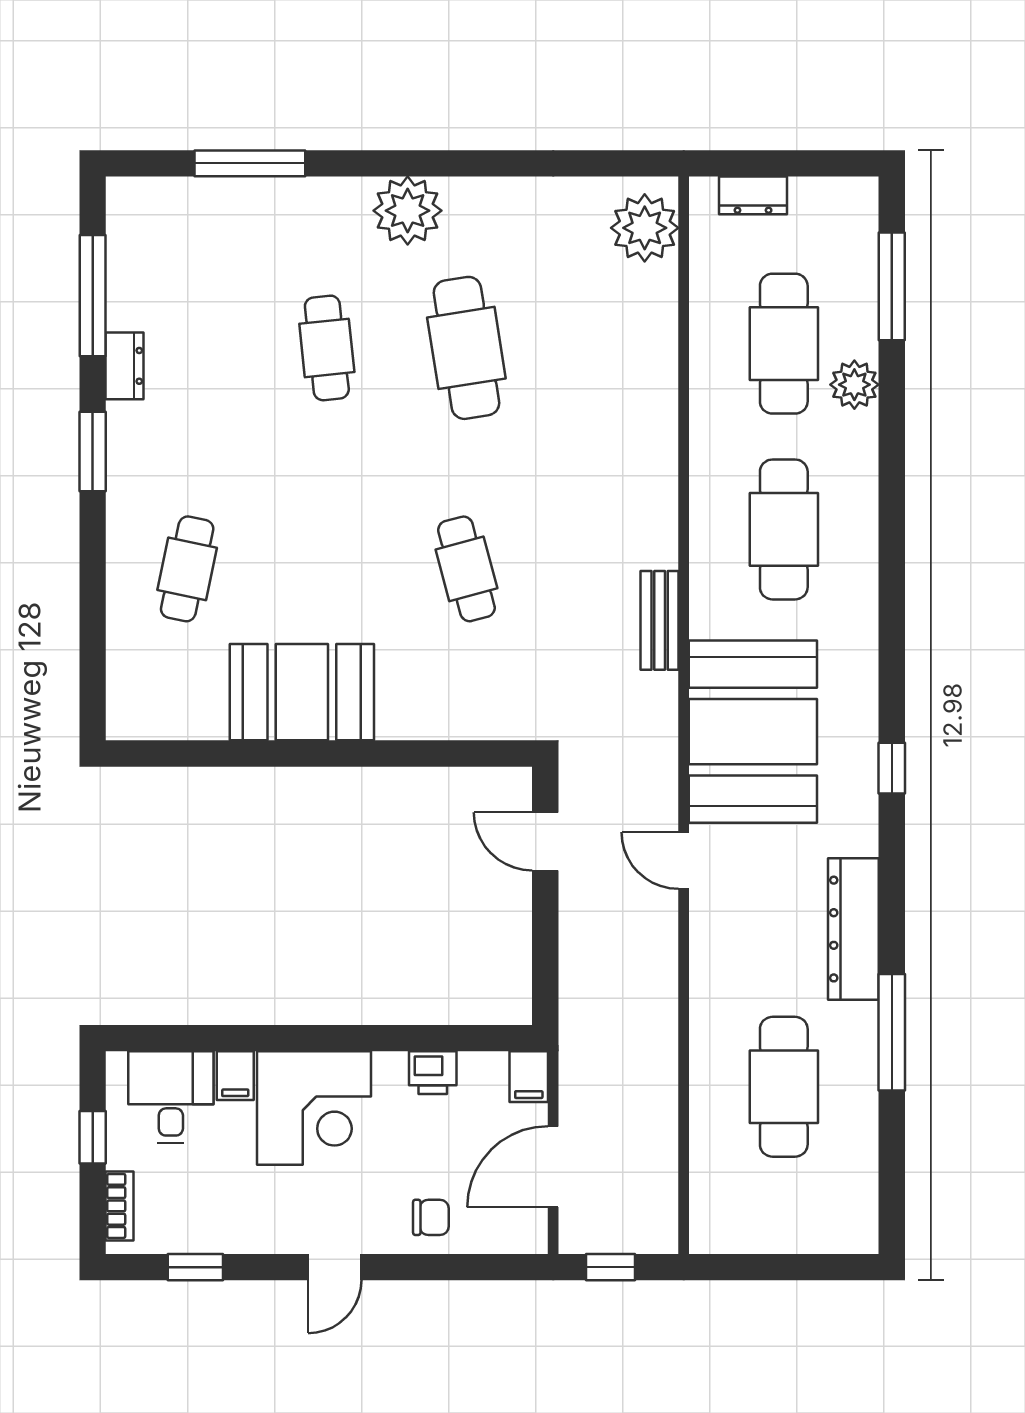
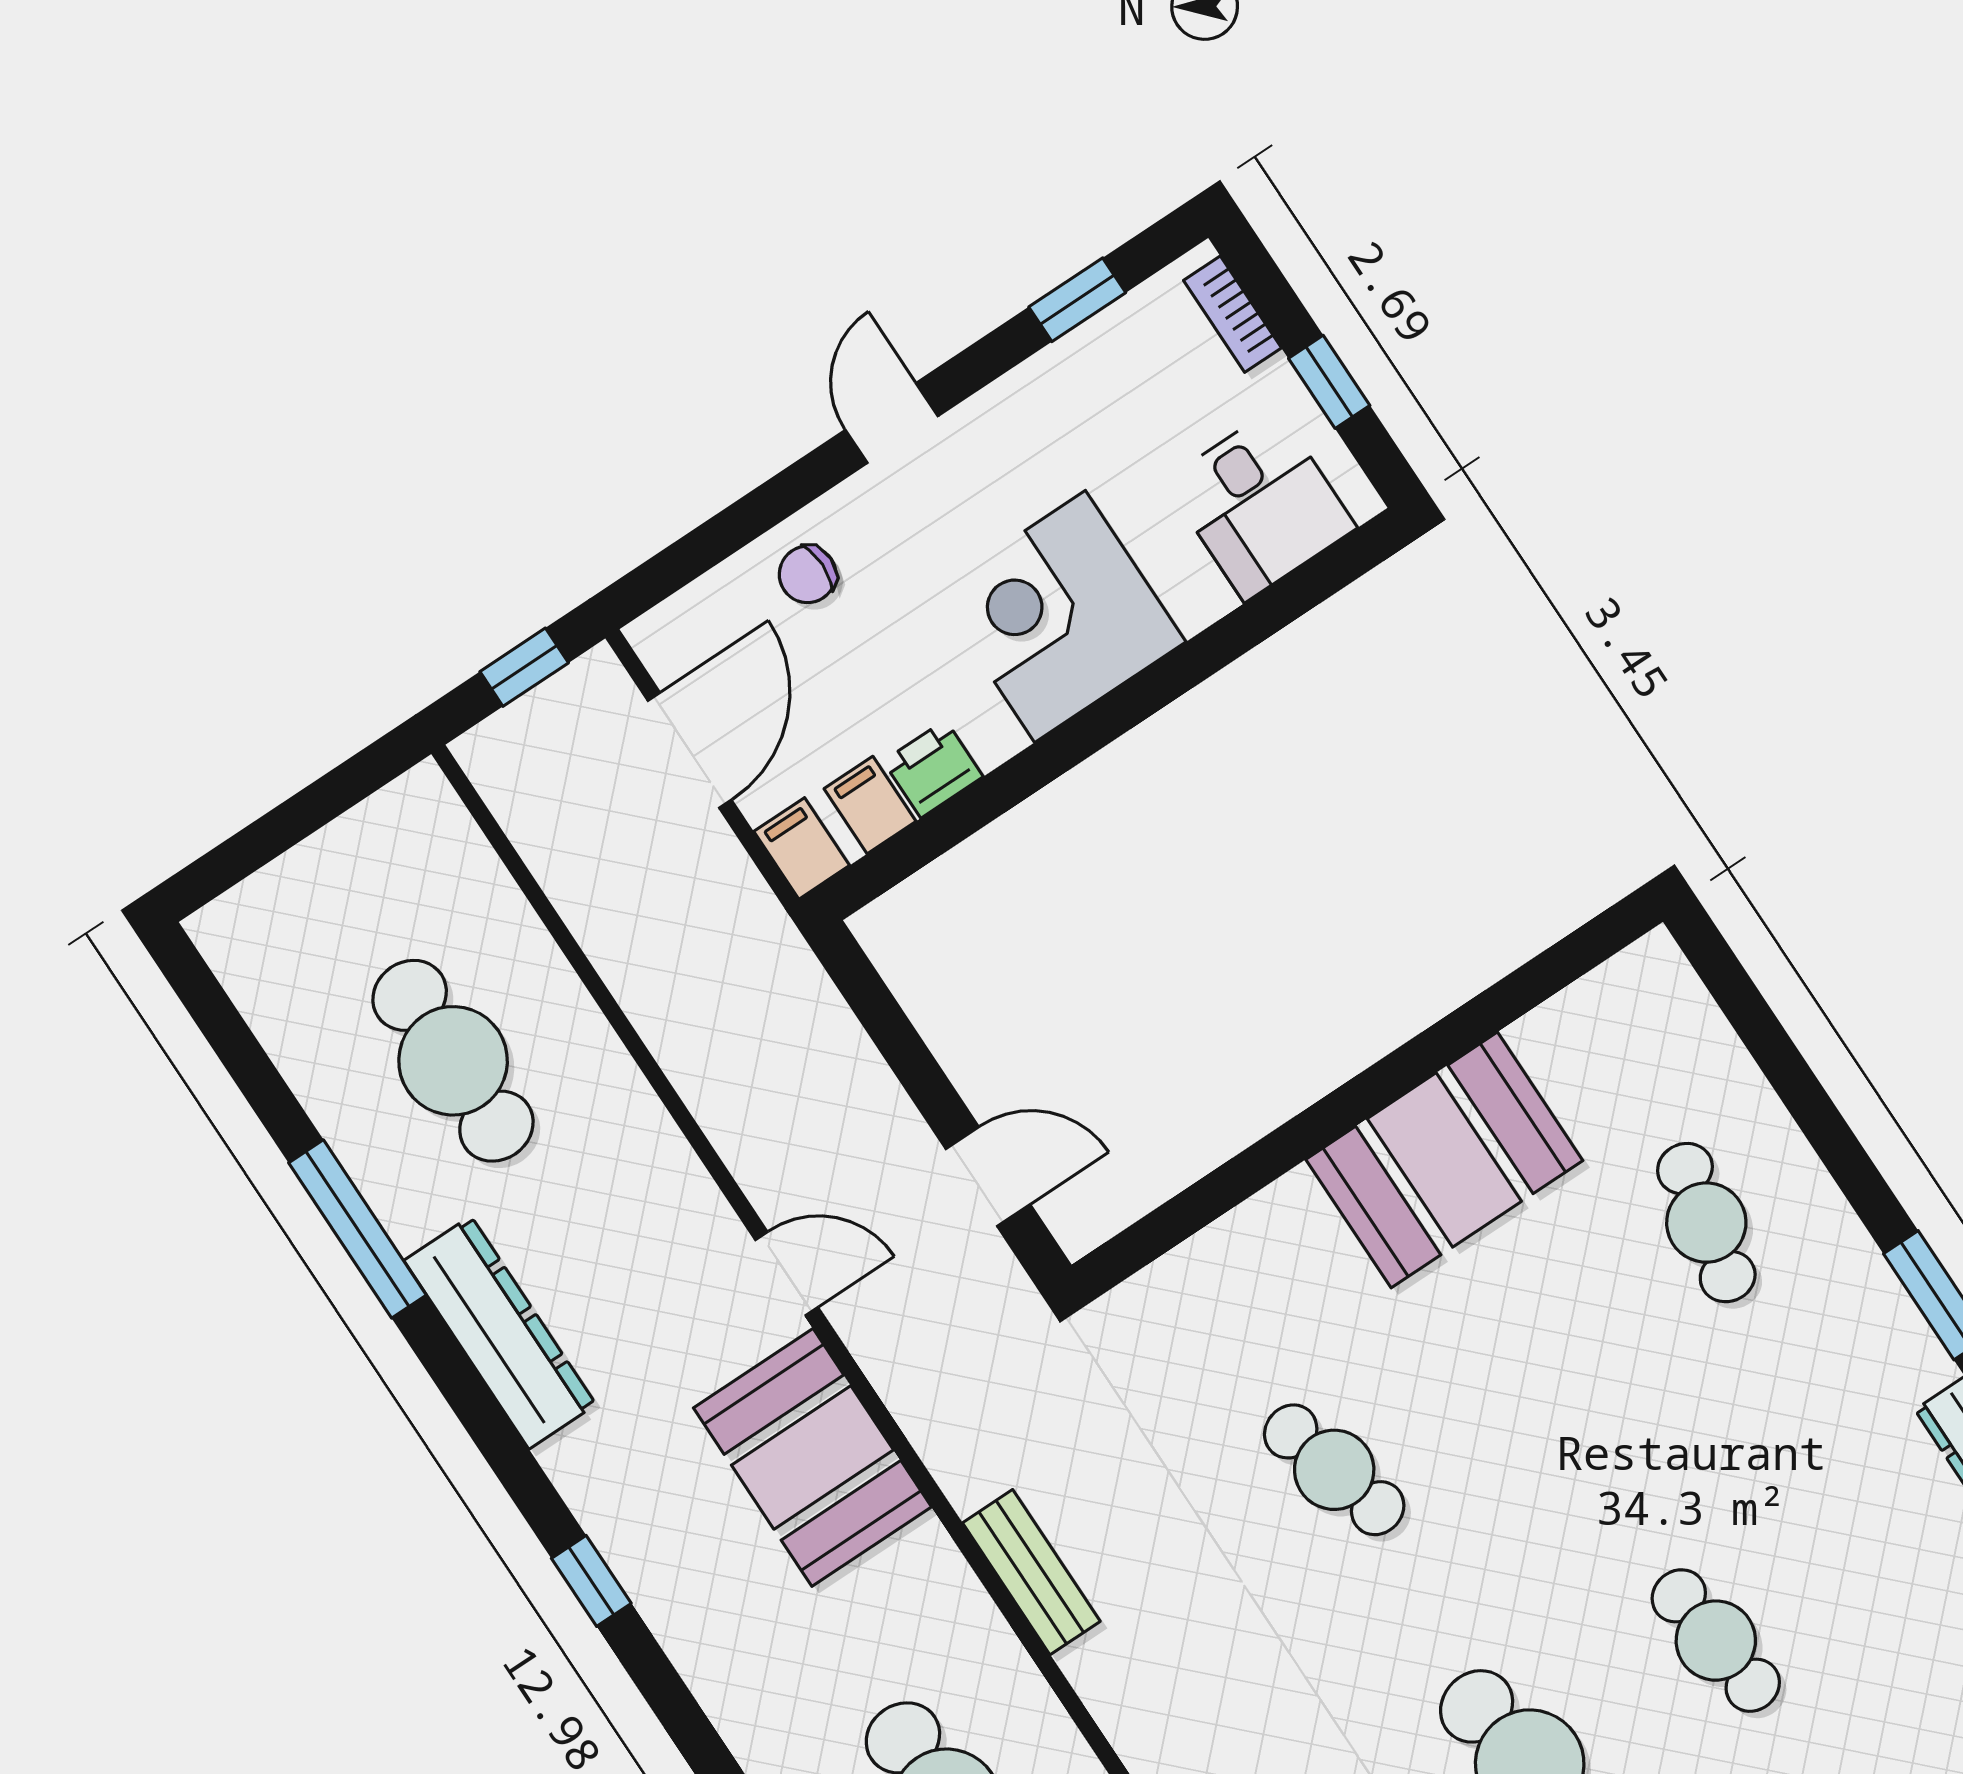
booth: (753, 732) -> (812, 1457), width x0.73, depth x0.70
filing cabinet: (235, 1076) -> (870, 805), moved

